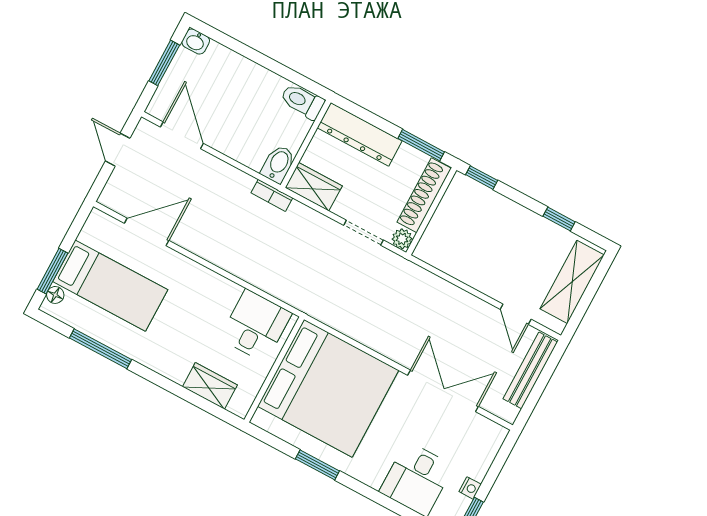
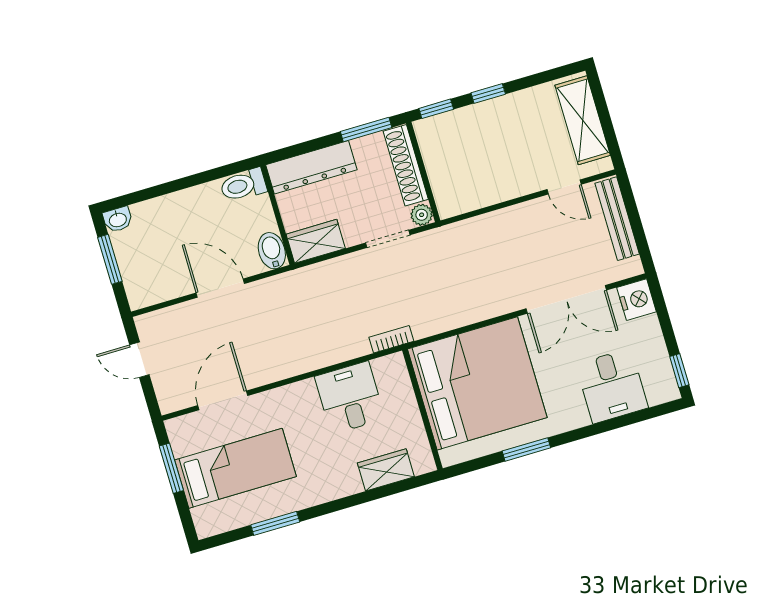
door: (182, 135) -> (220, 288), moved
bookcase: (272, 195) -> (391, 339), moved, turned 180
window: (559, 219) -> (488, 94), moved
window: (53, 271) -> (171, 468), moved
floor lamp: (55, 295) -> (201, 517), removed
desk: (256, 326) -> (350, 398), moved
window: (101, 349) -> (275, 523), width x0.69
double door: (443, 391) -> (566, 299), swing flipped
nightstand: (470, 488) -> (637, 300), moved, width x1.89, depth x1.79

